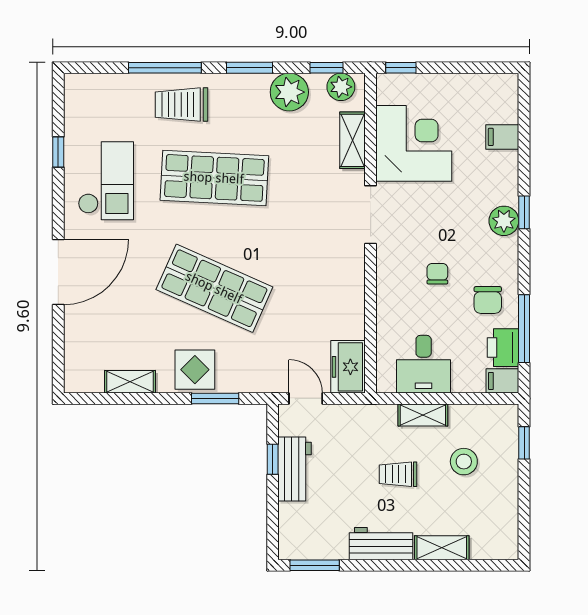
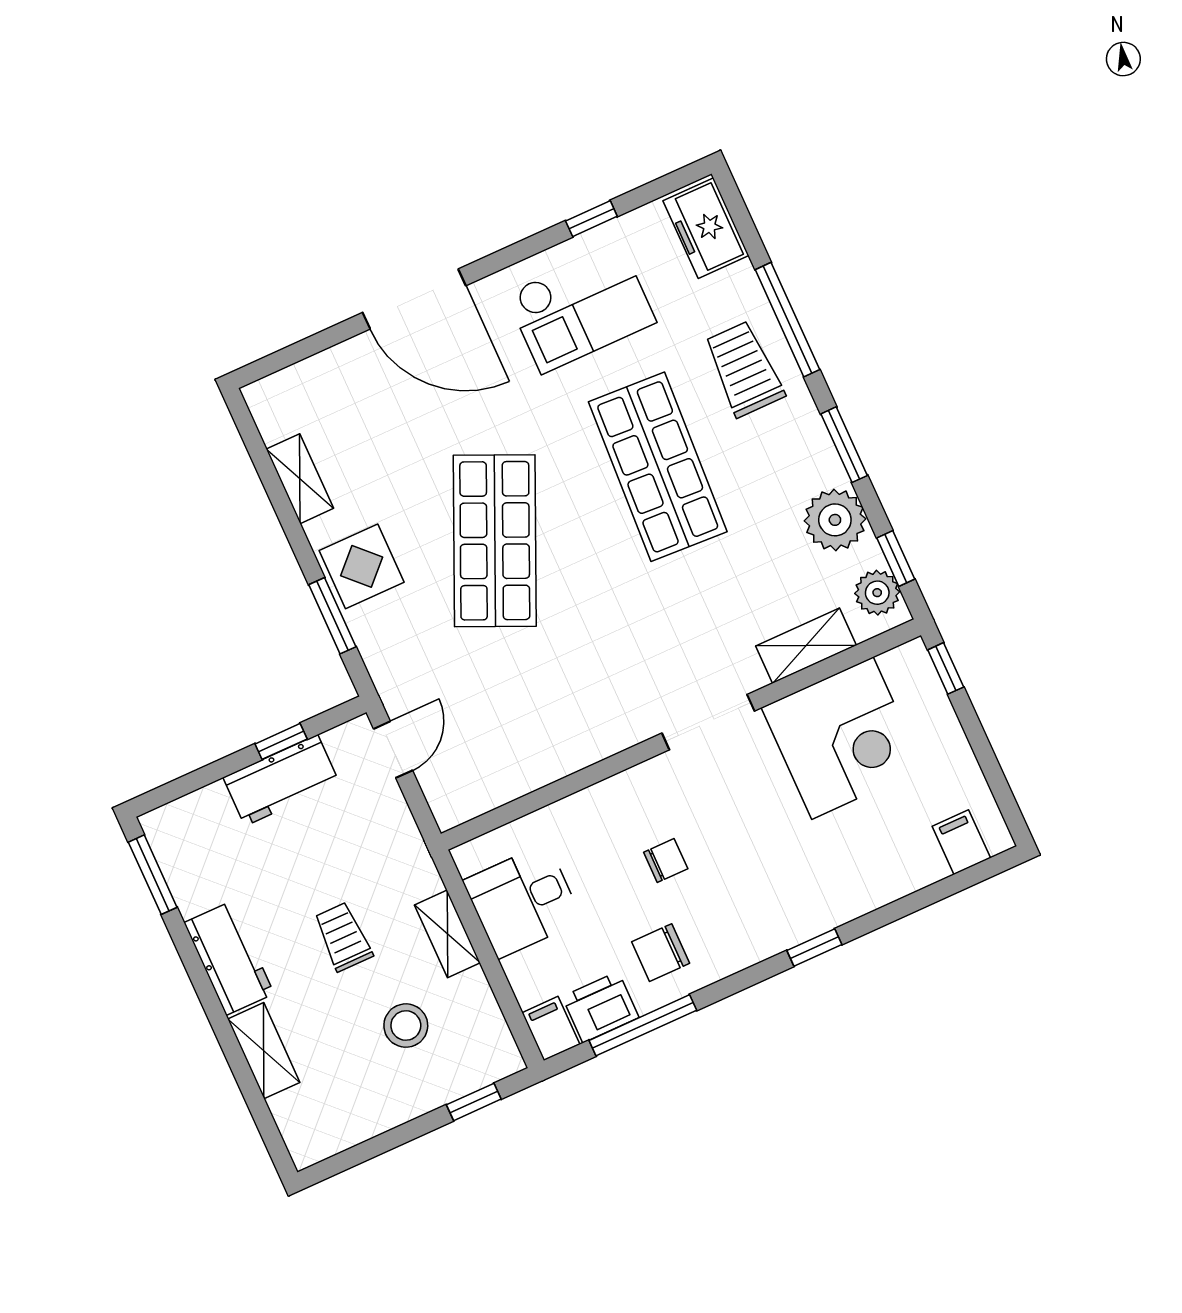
filing cabinet: (502, 137) -> (961, 842), moved
plant: (504, 221) -> (788, 923), removed
freezer: (348, 367) -> (706, 228), moved, turned -90

